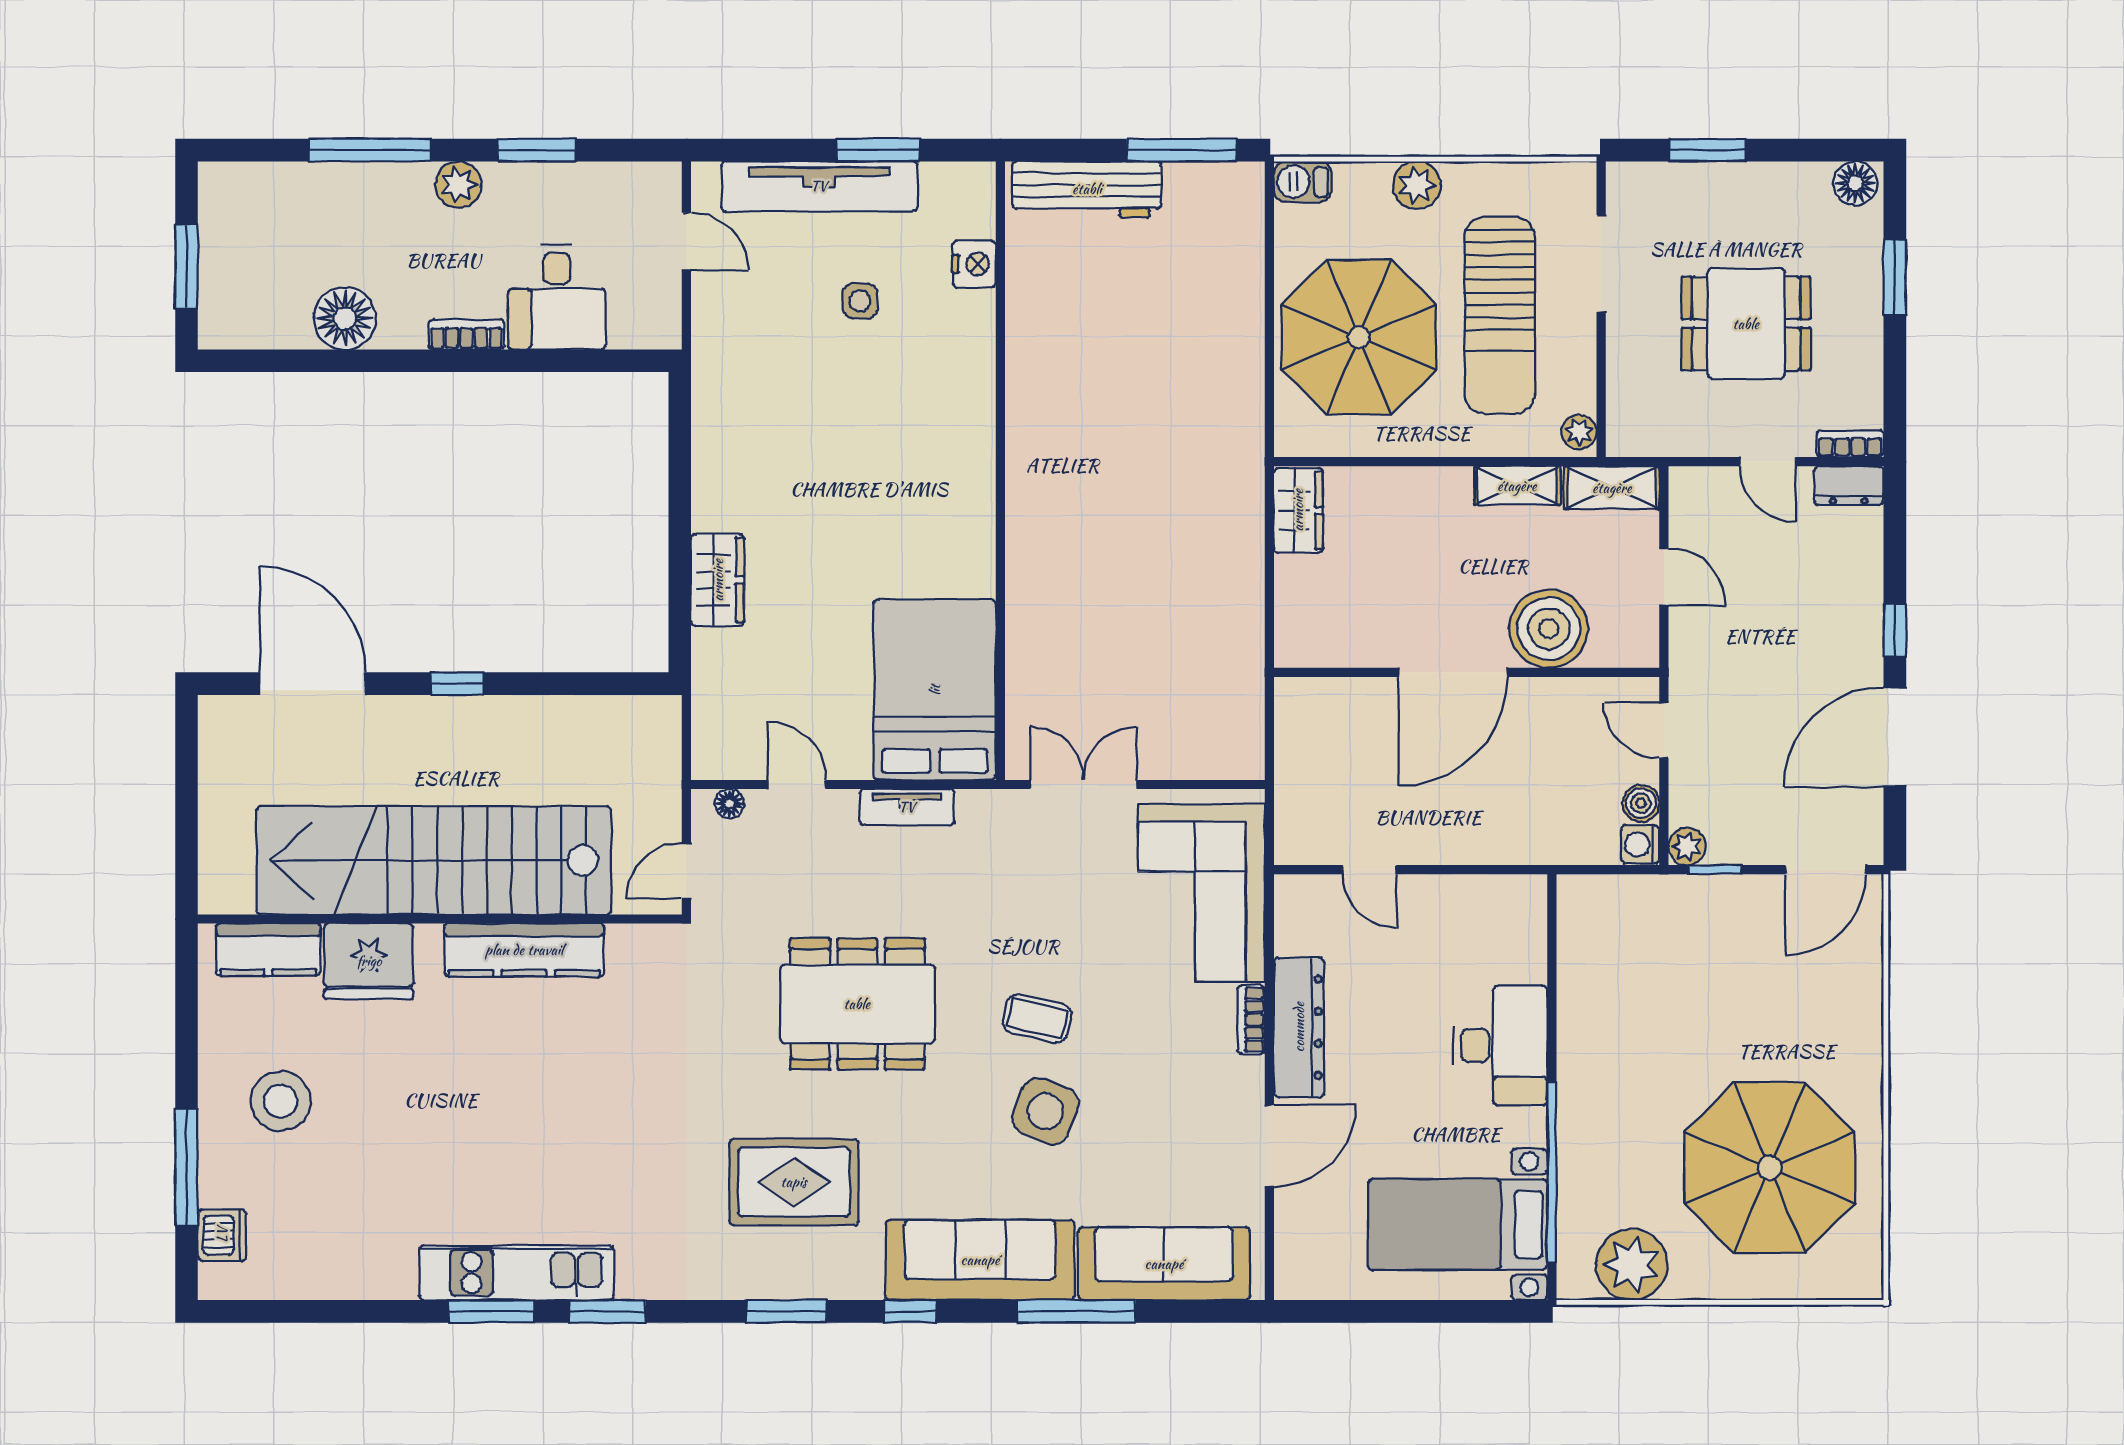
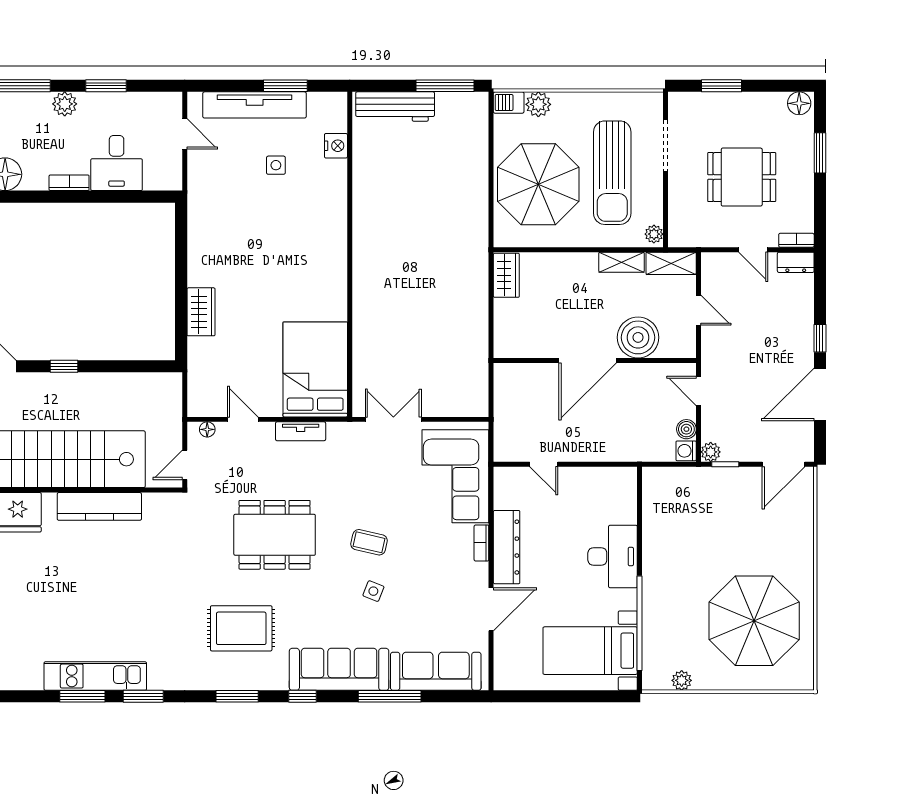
plant: (1417, 185) -> (538, 104), moved
side table: (1045, 1111) -> (373, 591), width x0.54, depth x0.54
plant: (1632, 1265) -> (682, 680), width x0.53, depth x0.53

